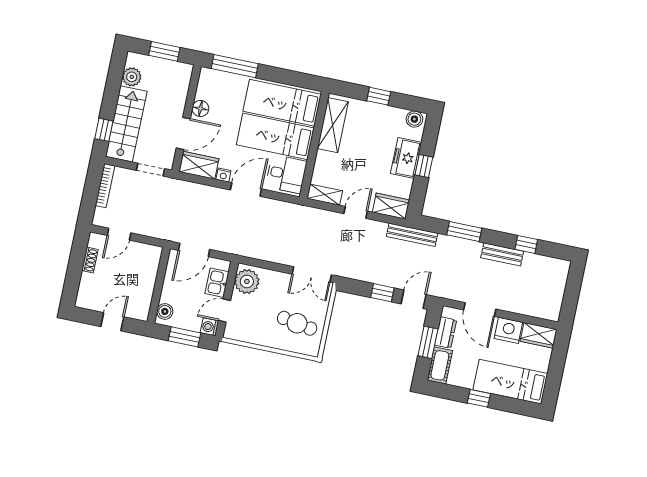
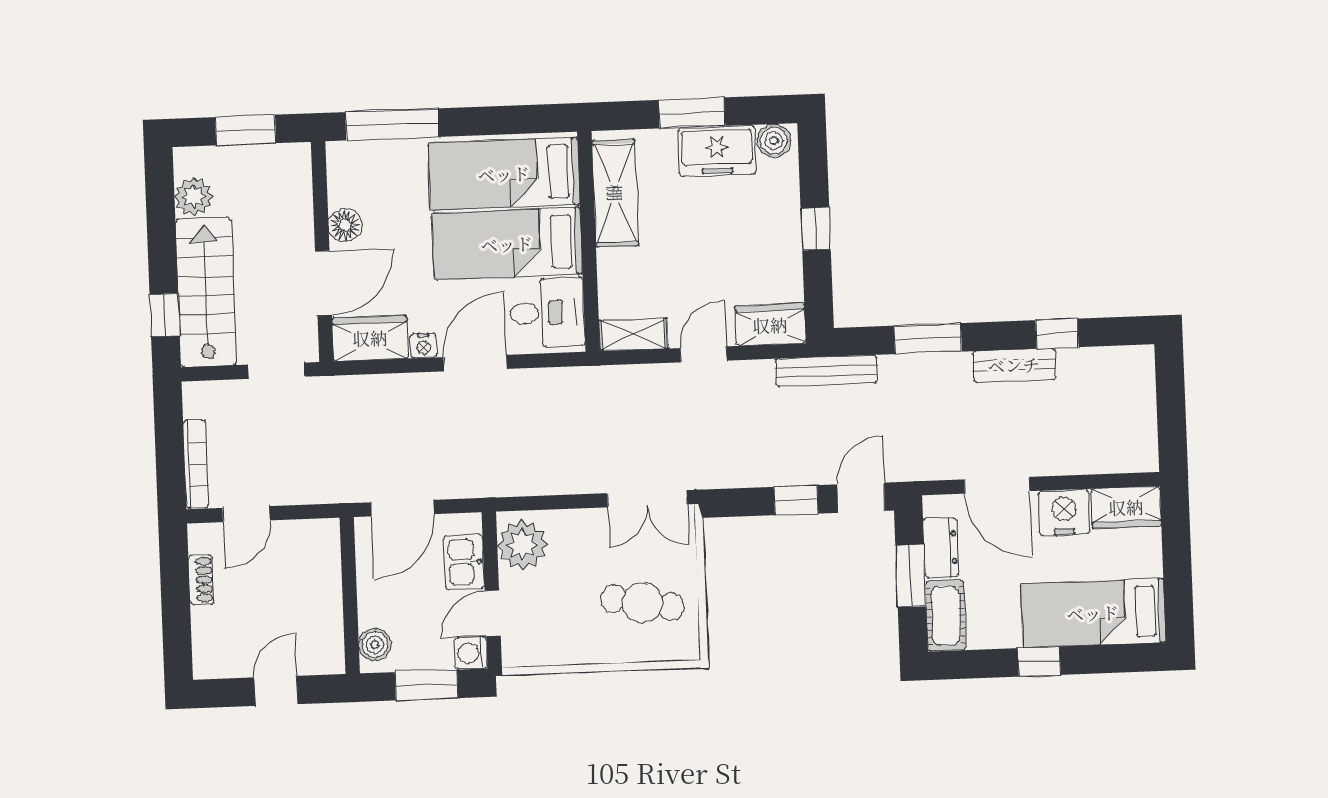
window: (379, 96) -> (692, 113), width x1.50
freezer: (406, 158) -> (717, 151), moved, turned -90
bookcase: (105, 186) -> (196, 464), moved

